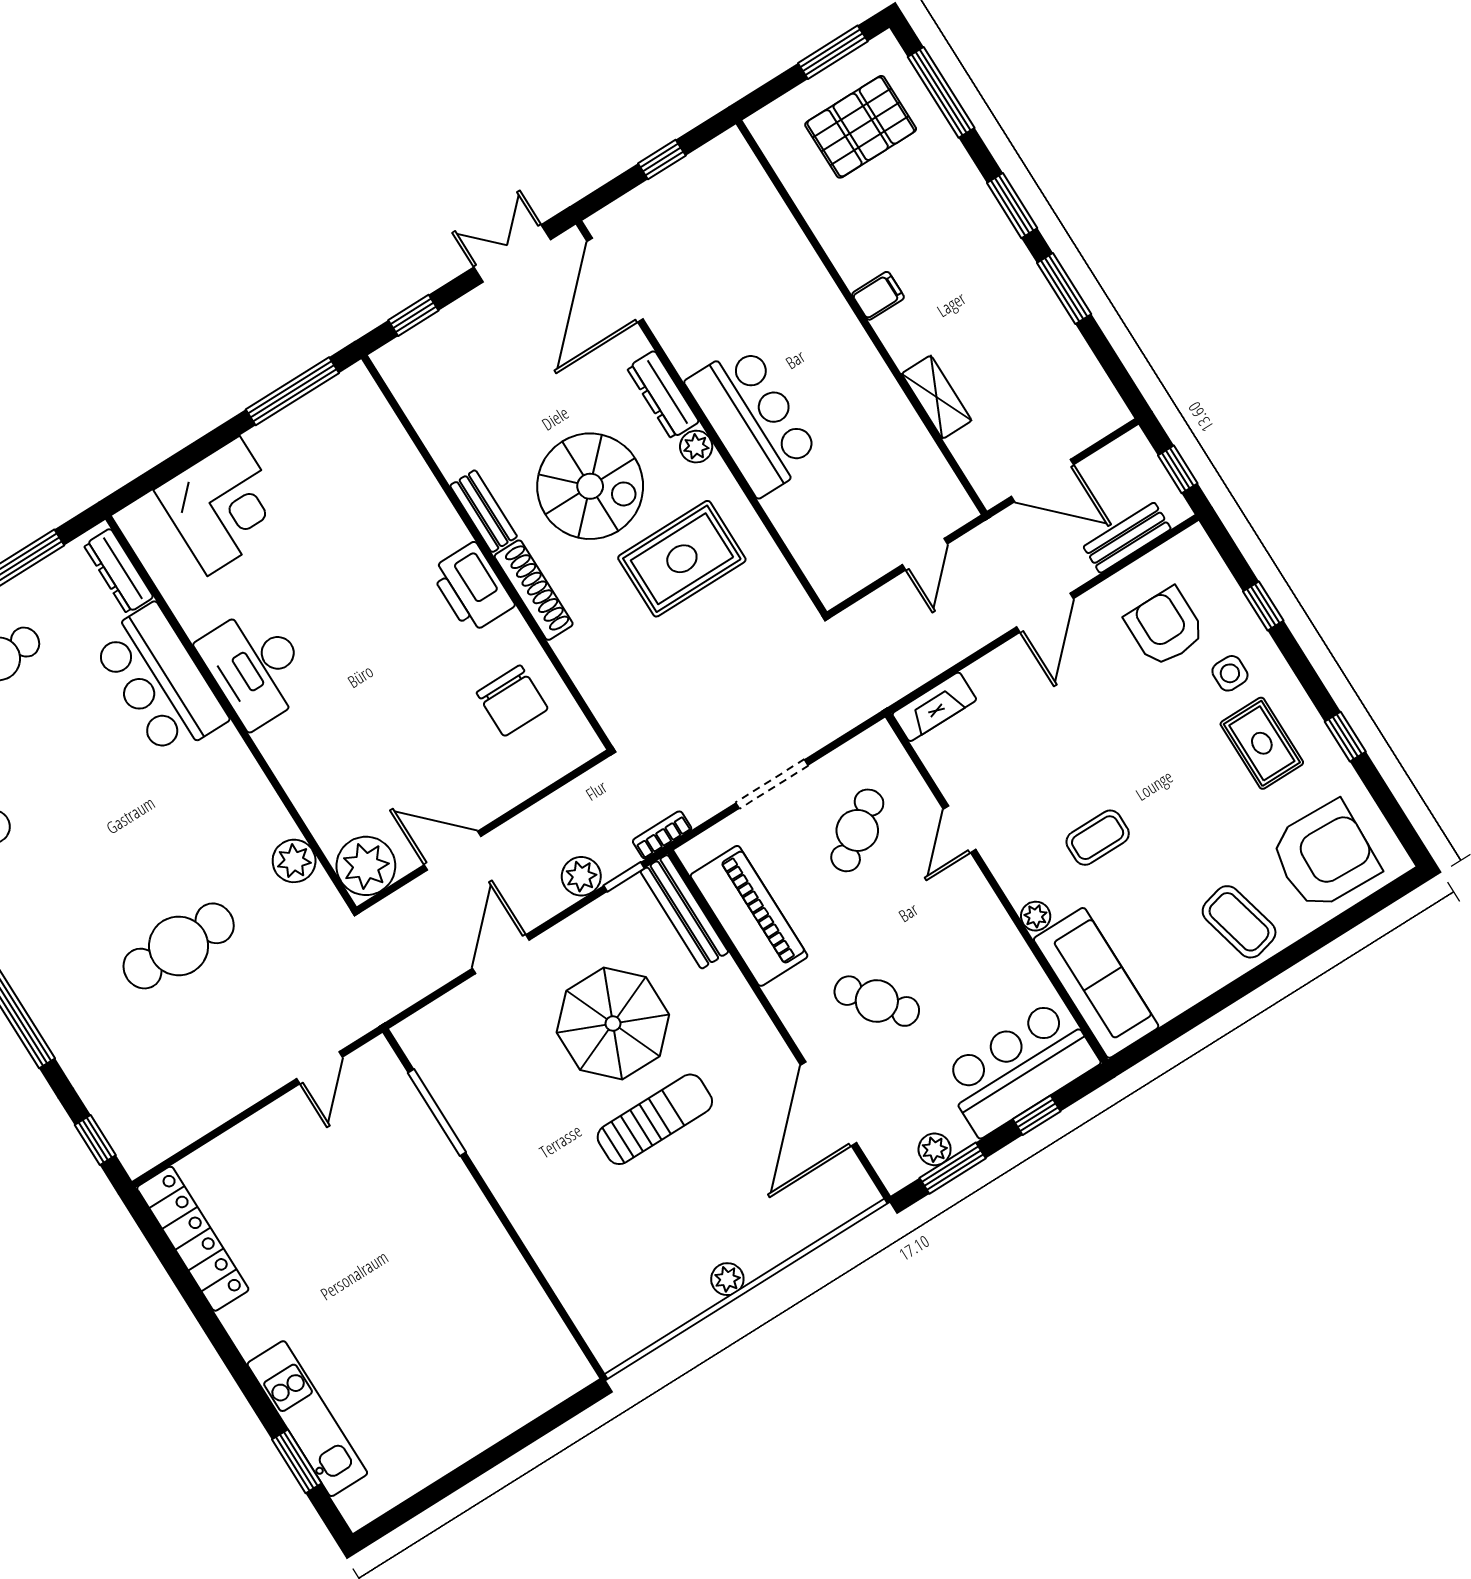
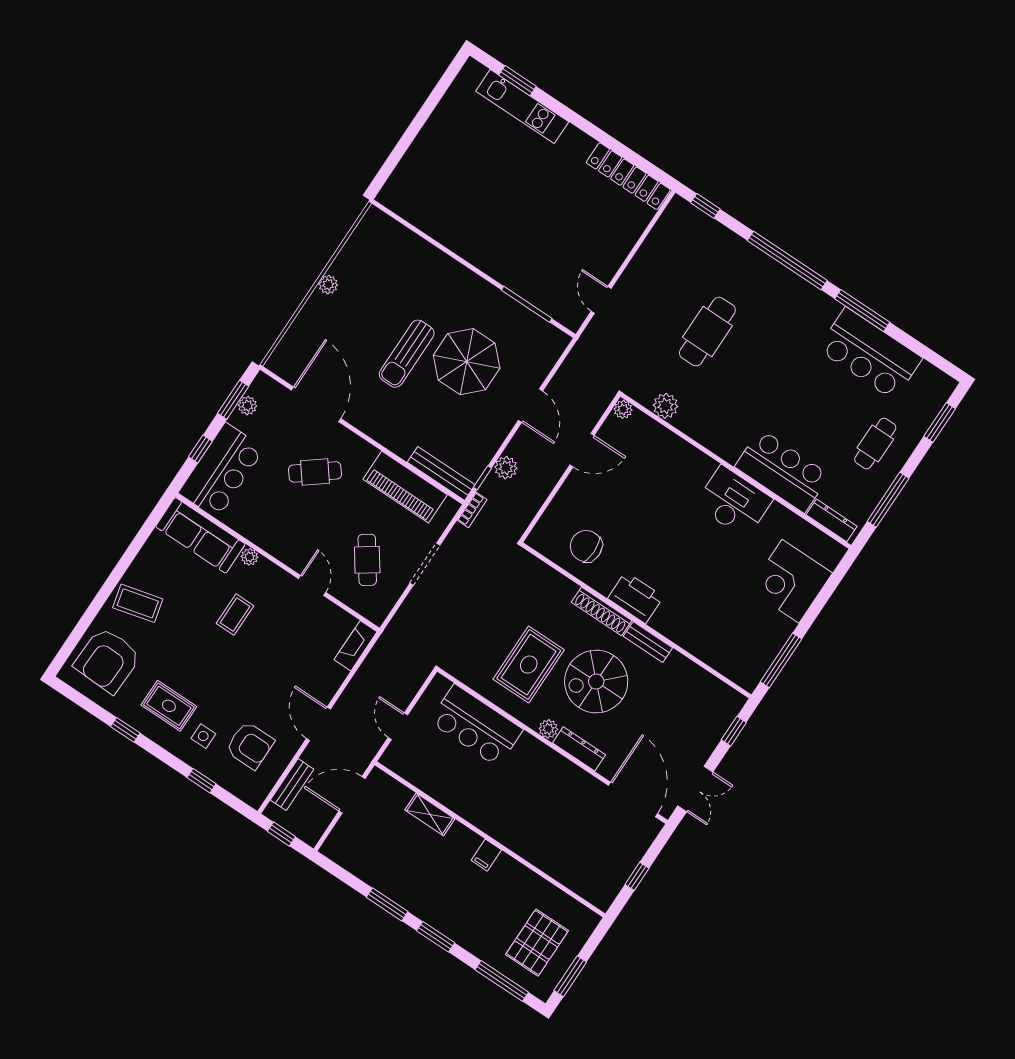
bar counter: (753, 420) -> (476, 725), moved
plant: (366, 866) -> (623, 409), width x0.53, depth x0.53
parasol: (613, 1024) -> (467, 362), moved

